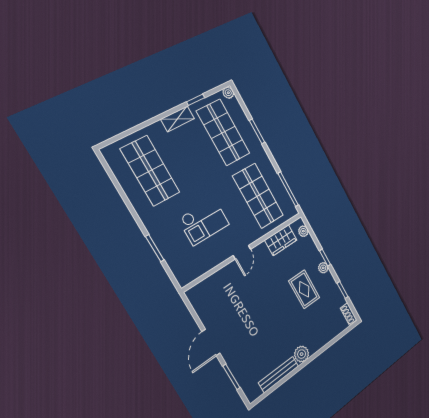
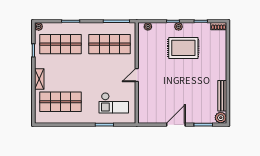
shelving: (178, 119) -> (39, 79), moved
checkout: (204, 222) -> (114, 103), moved, turned 90
wardrobe: (281, 240) -> (144, 45), removed
door: (242, 252) -> (137, 75), swing flipped
rug: (304, 289) -> (183, 48), width x1.36, depth x1.43
door: (211, 342) -> (176, 125), swing flipped
plant: (302, 354) -> (221, 118), moved

